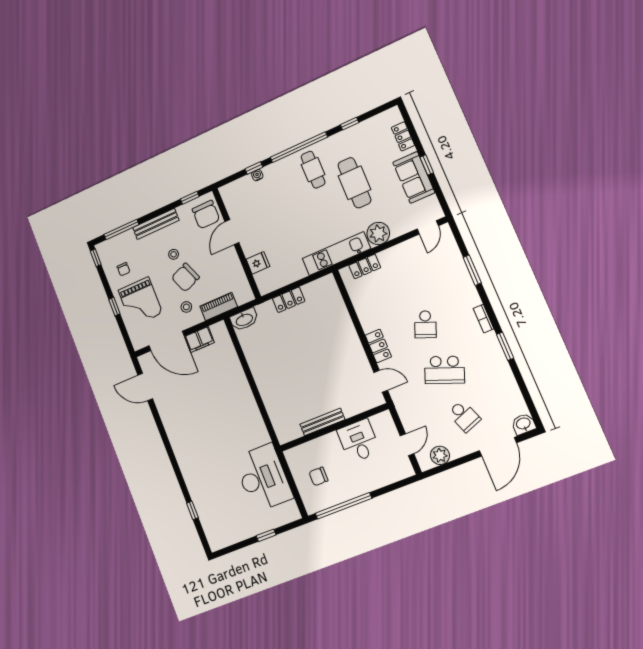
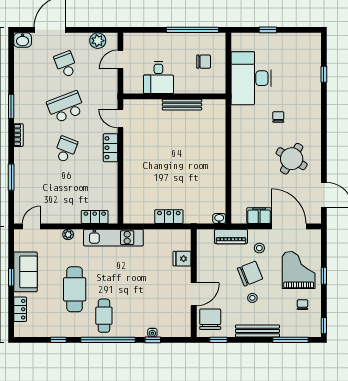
plant: (378, 233) -> (68, 235), width x0.53, depth x0.53
washbasin: (244, 319) -> (219, 219), width x0.52, depth x0.69
school desk: (445, 370) -> (66, 107), turned -42
round table: (190, 411) -> (292, 159), added
chair: (220, 448) -> (278, 117), added

